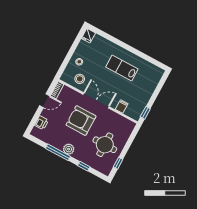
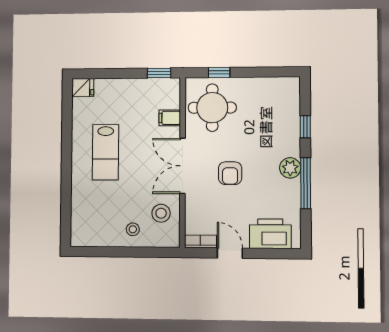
fridge: (88, 36) -> (83, 88), moved
armchair: (81, 121) -> (230, 173), width x0.53, depth x0.53
printer: (42, 123) -> (270, 234), width x1.87, depth x1.48
round table: (105, 145) -> (212, 108), moved
window: (118, 163) -> (219, 72), moved

